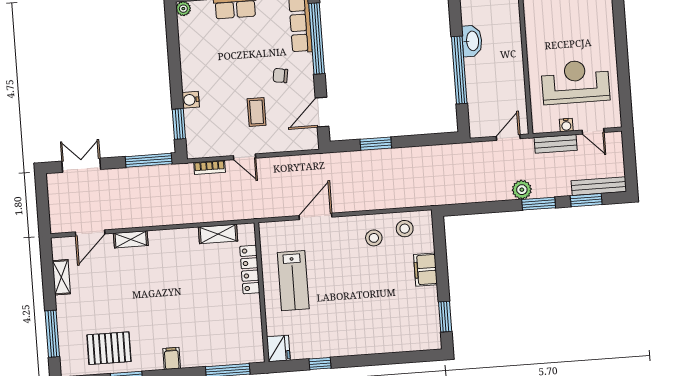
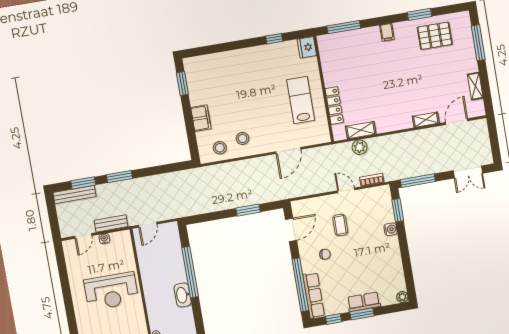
reception desk: (575, 82) -> (111, 291), moved
door: (593, 131) -> (83, 236), swing flipped
plant: (522, 190) -> (360, 147), moved

